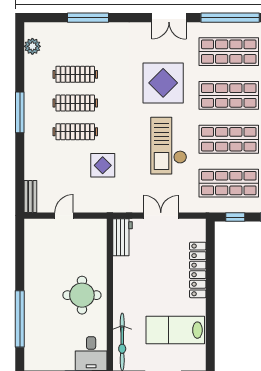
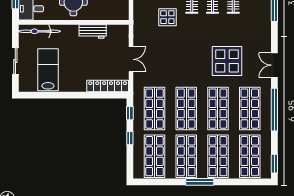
checkout: (169, 146) -> (182, 65), removed
workbench: (122, 237) -> (93, 31), moved
locker: (198, 270) -> (108, 86), moved

